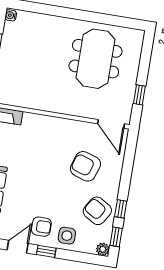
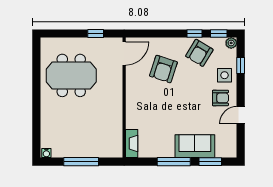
armchair: (41, 227) -> (220, 98), turned 90
door: (18, 247) -> (241, 115), hinge flipped
window: (46, 251) -> (241, 65), moved

